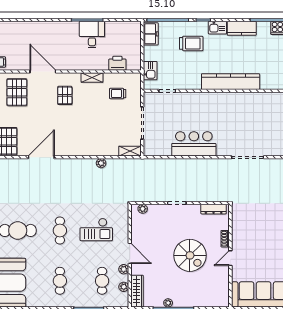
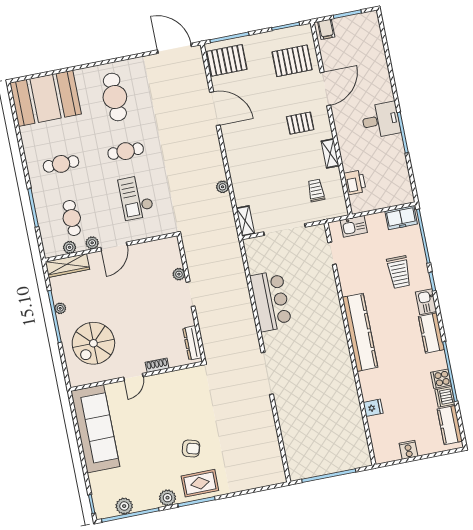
desk: (92, 35) -> (381, 120), moved
plant: (143, 209) -> (179, 274), moved
spiral stairs: (190, 255) -> (93, 343), moved
door: (230, 258) -> (133, 377), swing flipped
cafe table: (102, 281) -> (72, 218), turned 90

